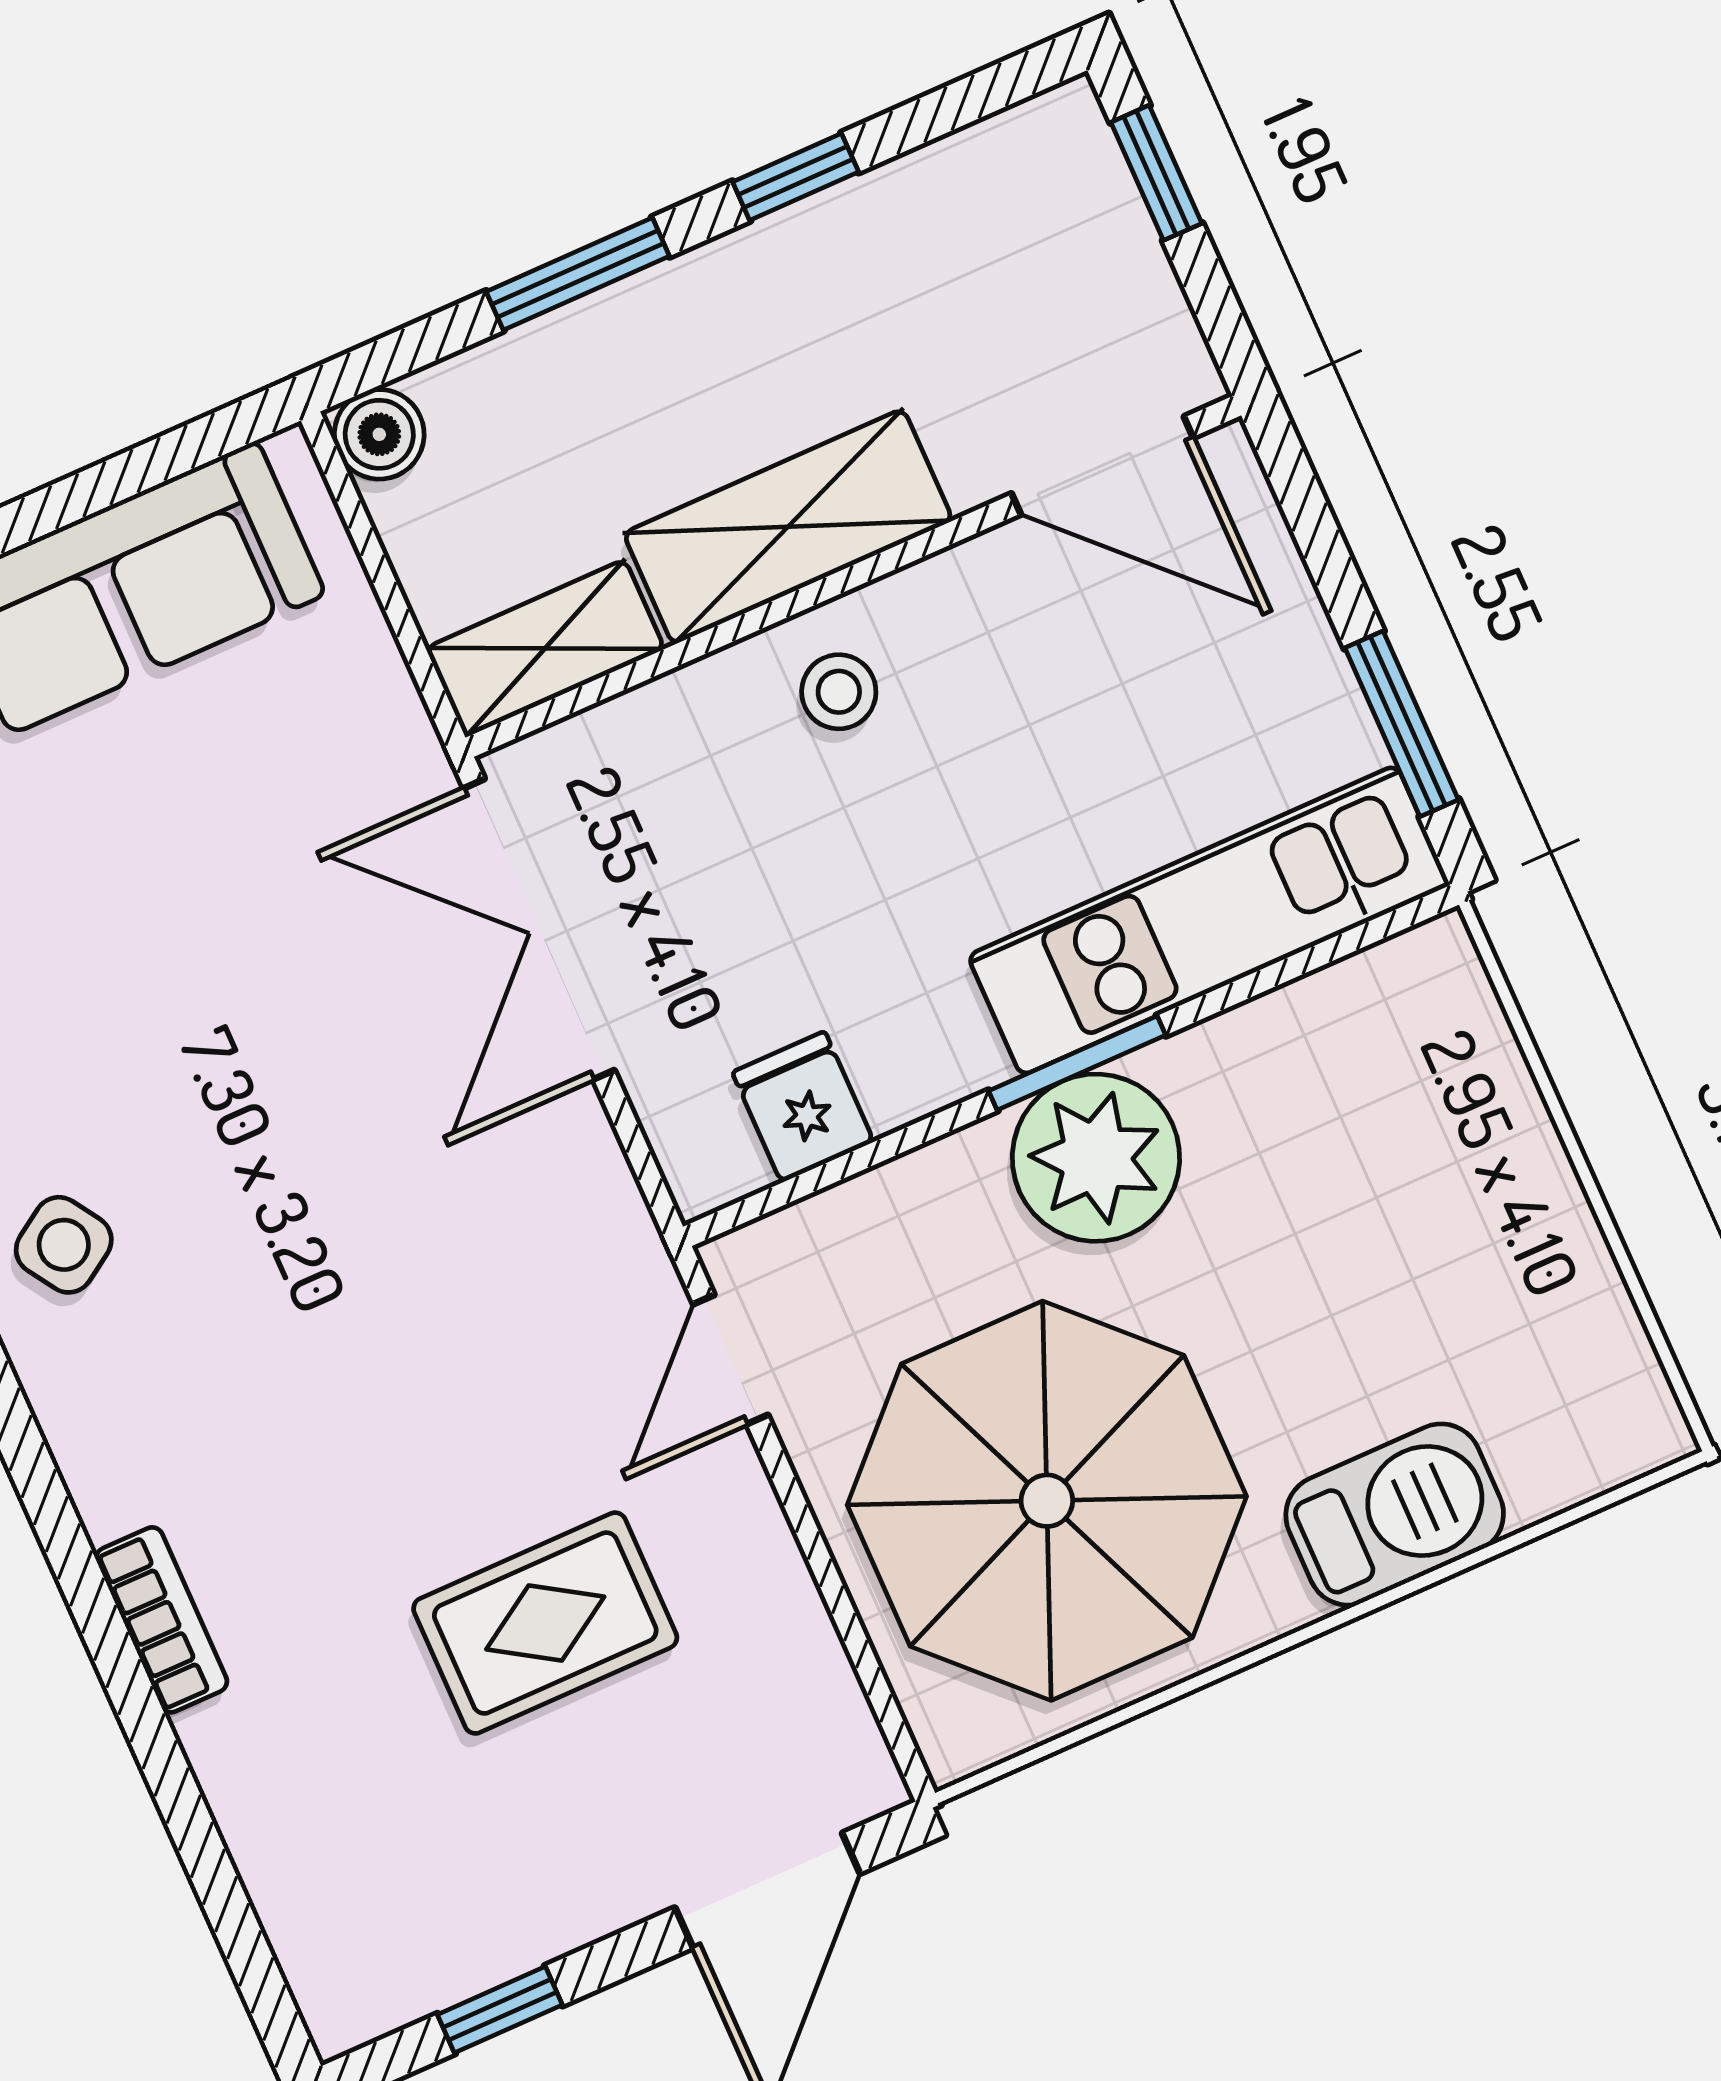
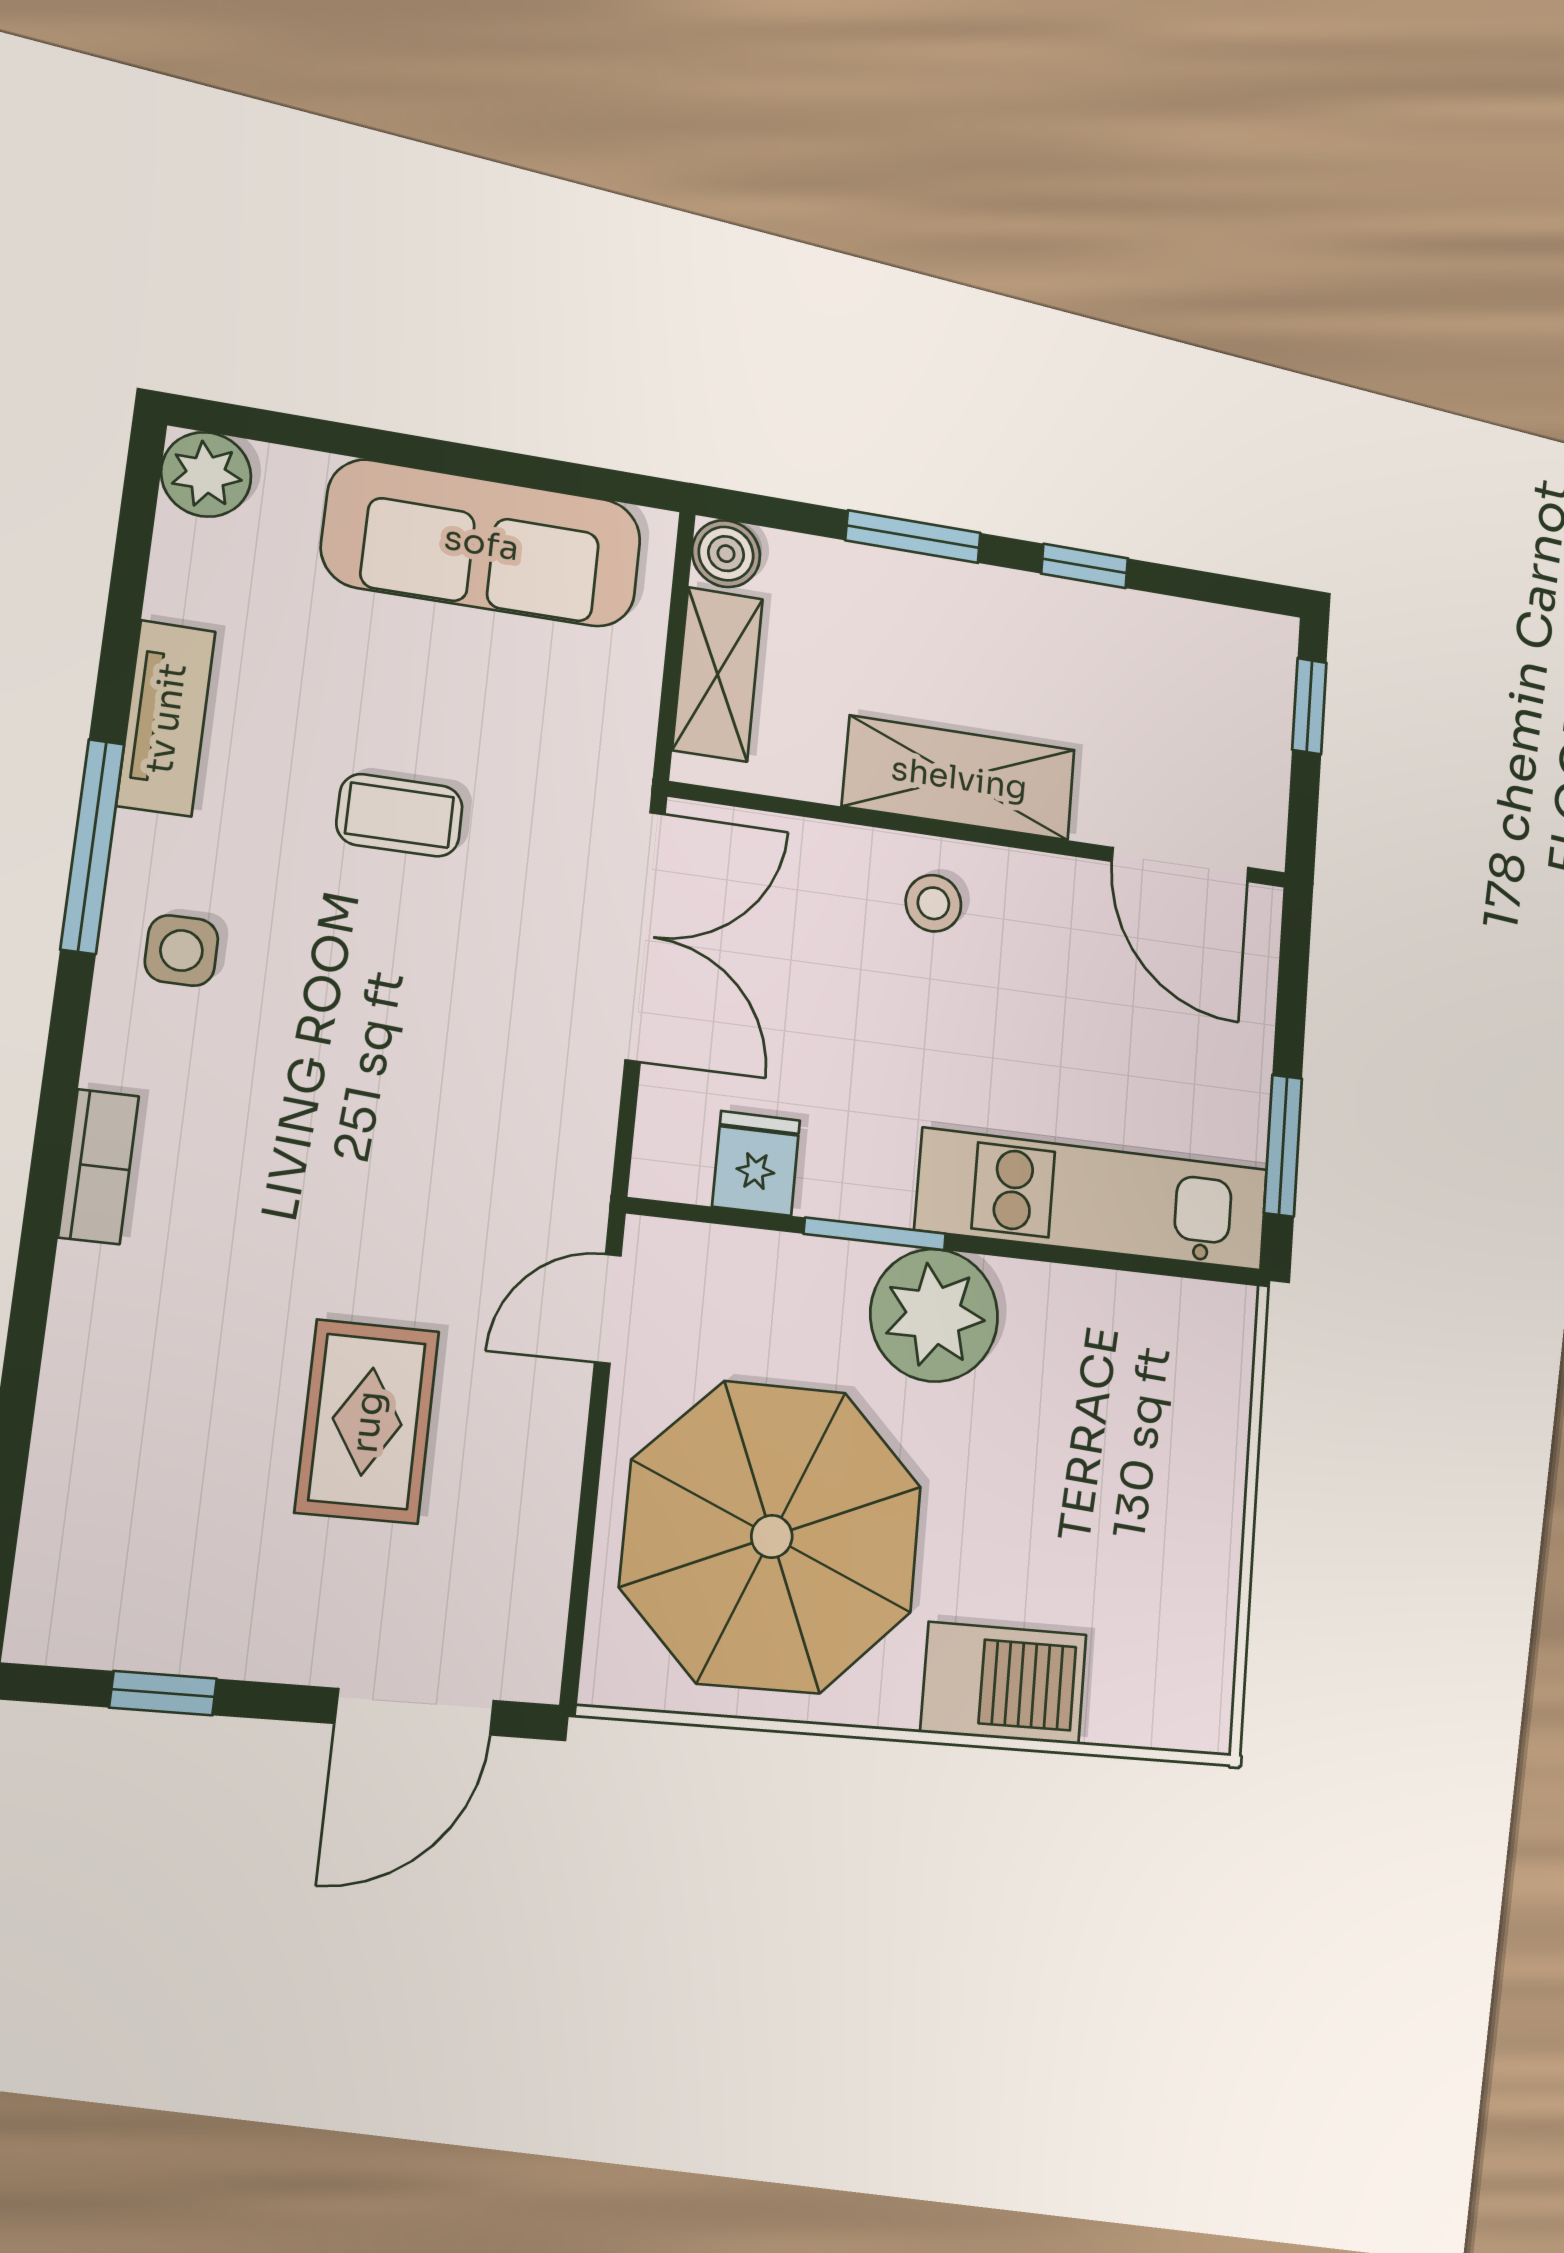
shelving: (545, 648) -> (718, 674), moved, turned 90
double door: (539, 929) -> (645, 936), swing flipped
coffee table: (200, 959) -> (400, 815), added
window: (1077, 1063) -> (875, 1234), moved
side table: (64, 1245) -> (181, 951), turned 33
bookcase: (161, 1620) -> (99, 1167), moved
rug: (545, 1623) -> (367, 1422), turned 90

